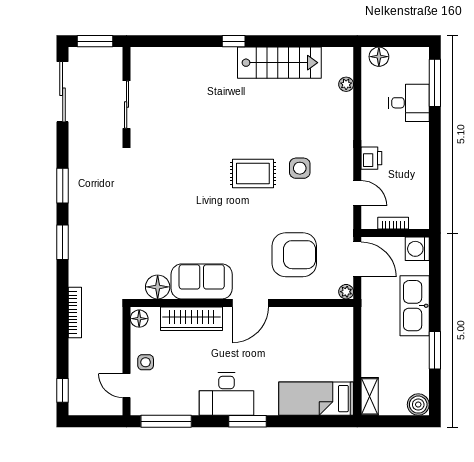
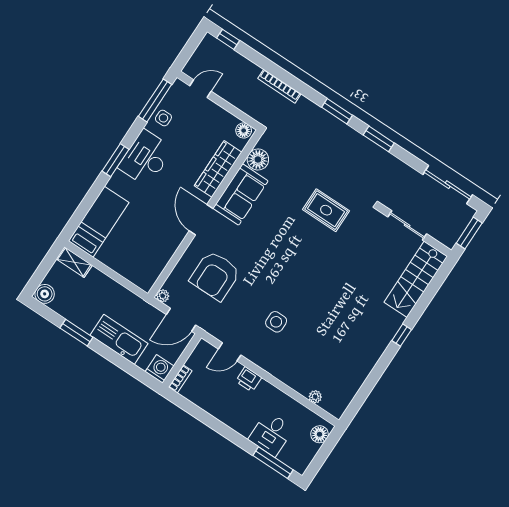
stairs: (279, 63) -> (416, 279), moved
rug: (253, 173) -> (326, 210), moved, turned 90
bookcase: (393, 223) -> (180, 379), moved
side table: (146, 362) -> (163, 118), moved

